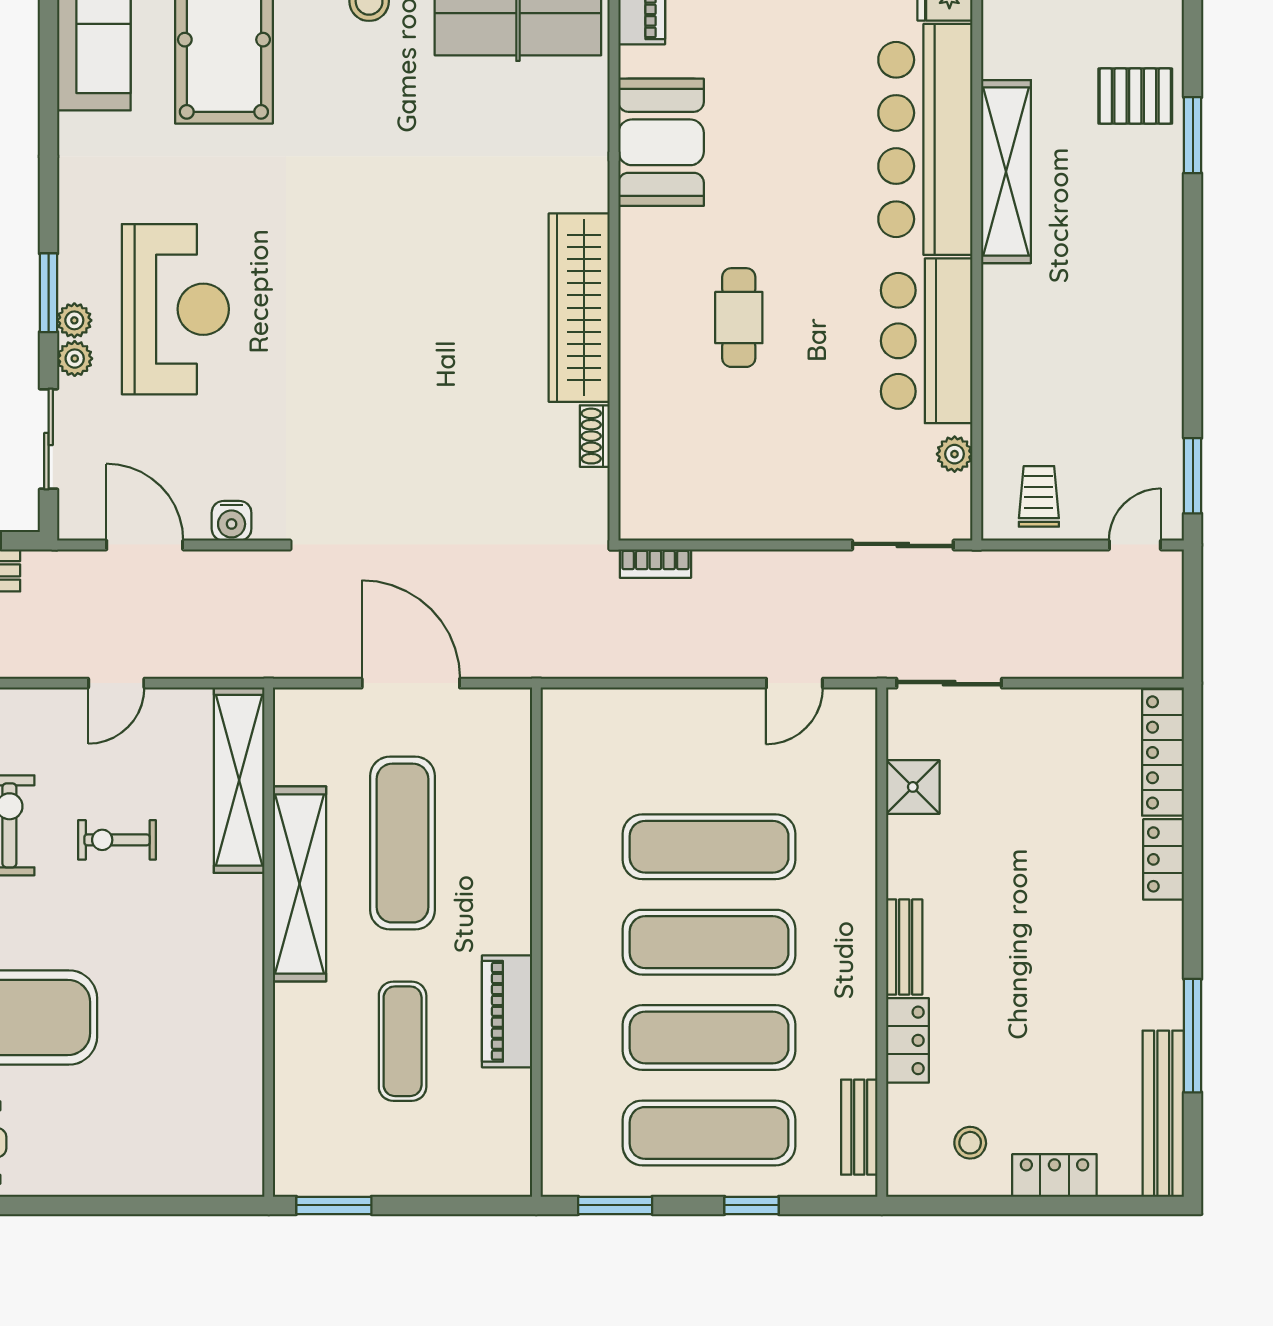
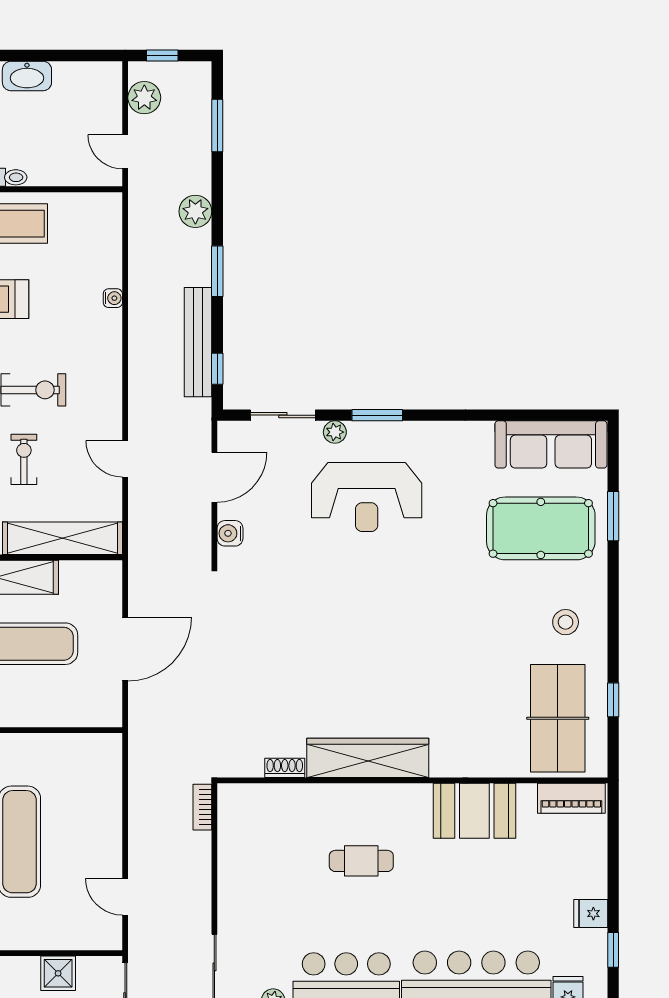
plant: (74, 320) -> (359, 432), removed

